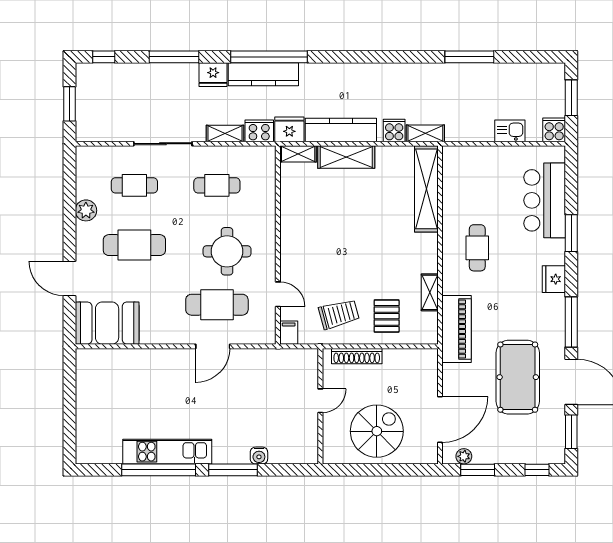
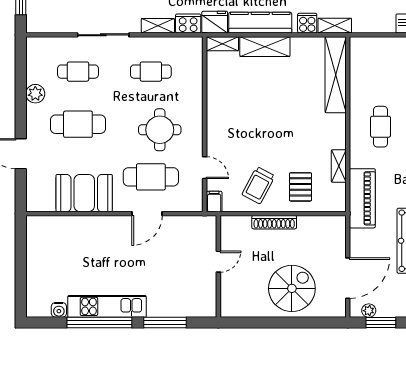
trolley: (339, 314) -> (258, 185), turned 133
booth: (107, 323) -> (84, 193), moved
door: (320, 401) -> (218, 262), moved
wall: (320, 406) -> (218, 266), moved
water cooler: (259, 456) -> (59, 310), moved

